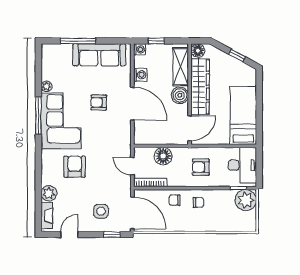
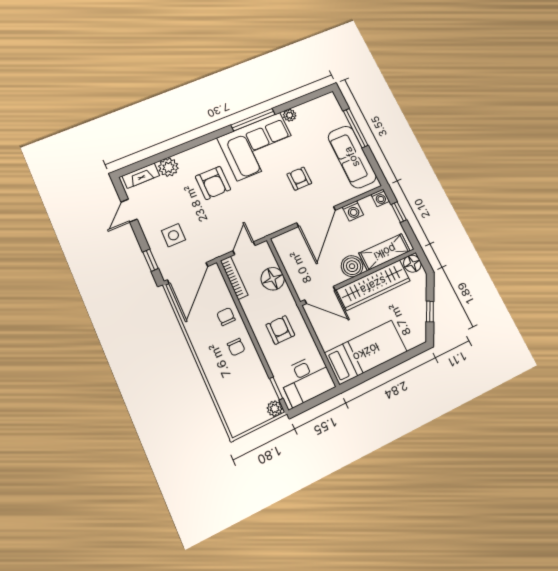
armchair: (75, 167) -> (213, 183), turned 90
plant: (246, 200) -> (275, 409), width x0.53, depth x0.53
door: (69, 234) -> (129, 211), swing flipped

